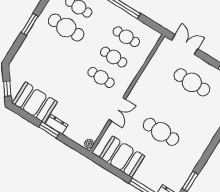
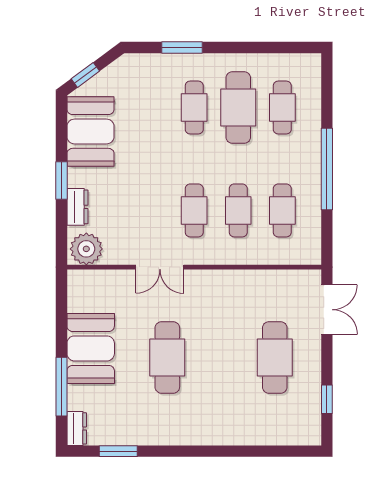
window: (30, 25) -> (182, 47), moved
cafe table: (54, 48) -> (194, 108), added
dresser: (56, 124) -> (77, 207), moved
plant: (89, 144) -> (86, 249), width x1.88, depth x1.88
booth: (122, 157) -> (91, 348), moved

